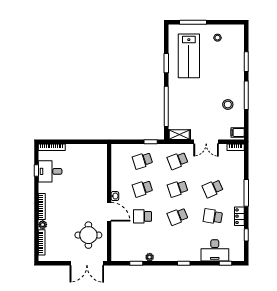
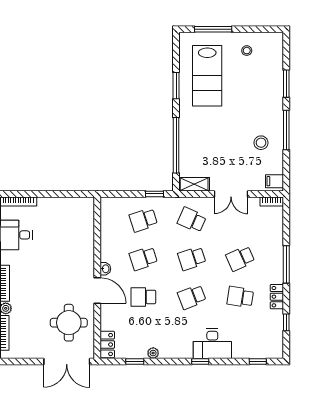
school desk: (178, 161) -> (192, 220), turned 45
desk: (215, 250) -> (212, 344), moved
locker: (116, 251) -> (107, 345), added

